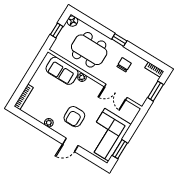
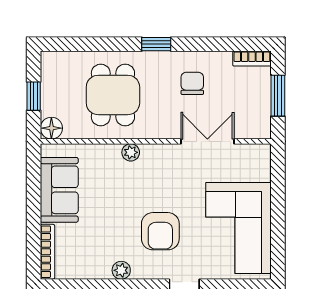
floor lamp: (72, 21) -> (51, 128), moved
dining table: (89, 50) -> (113, 95), width x0.73
sofa: (62, 71) -> (59, 190), moved, turned -90
double door: (116, 92) -> (207, 141), swing flipped
window: (120, 149) -> (278, 239), removed

